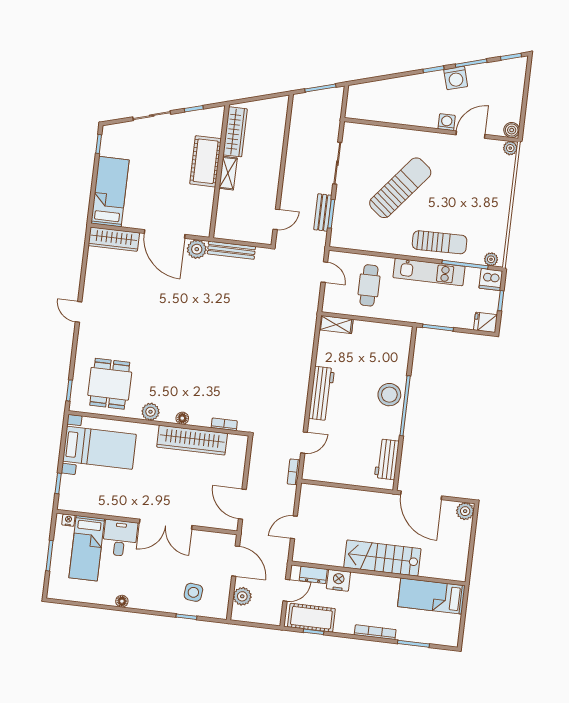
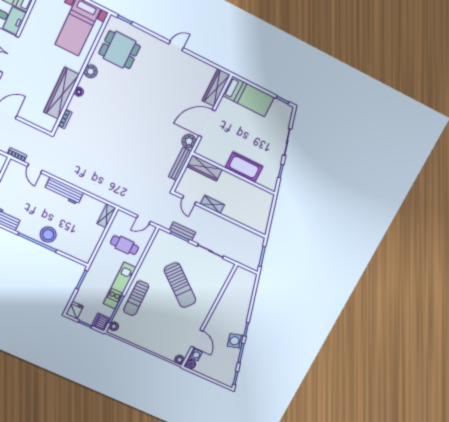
washing machine: (447, 122) -> (196, 355), moved
wardrobe: (235, 132) -> (204, 168), moved
shelving: (228, 173) -> (212, 204), moved

